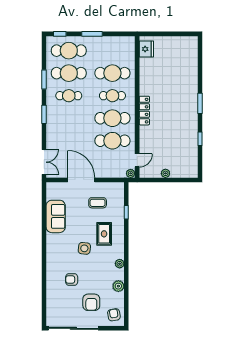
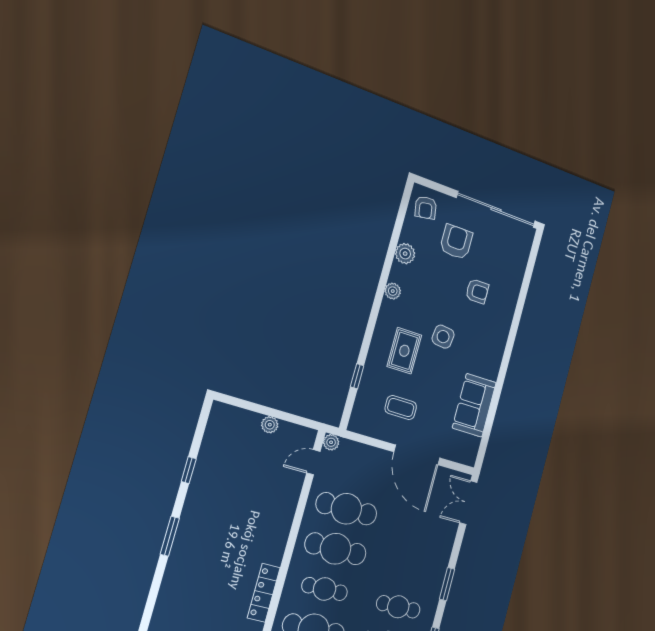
locker: (144, 111) -> (264, 593), moved

